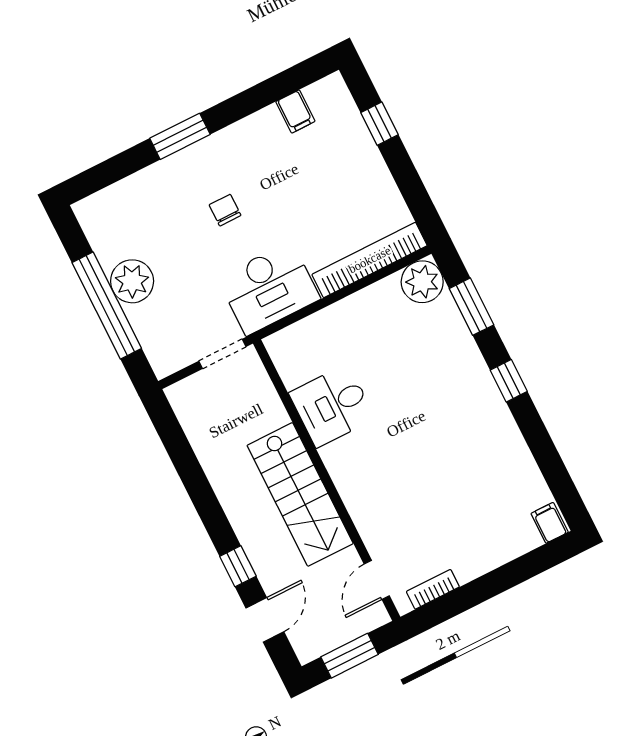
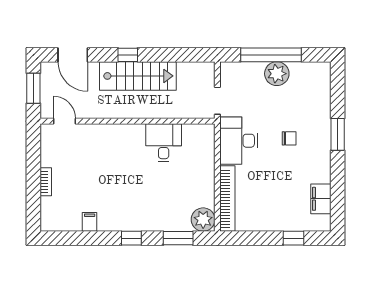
filing cabinet: (295, 111) -> (321, 199), width x2.00
stairs: (300, 494) -> (138, 76), moved, turned 180
filing cabinet: (550, 523) -> (90, 222), moved, turned -90
window: (238, 566) -> (128, 55), moved
bookcase: (433, 589) -> (46, 182), moved
door: (265, 620) -> (73, 55), width x1.38

